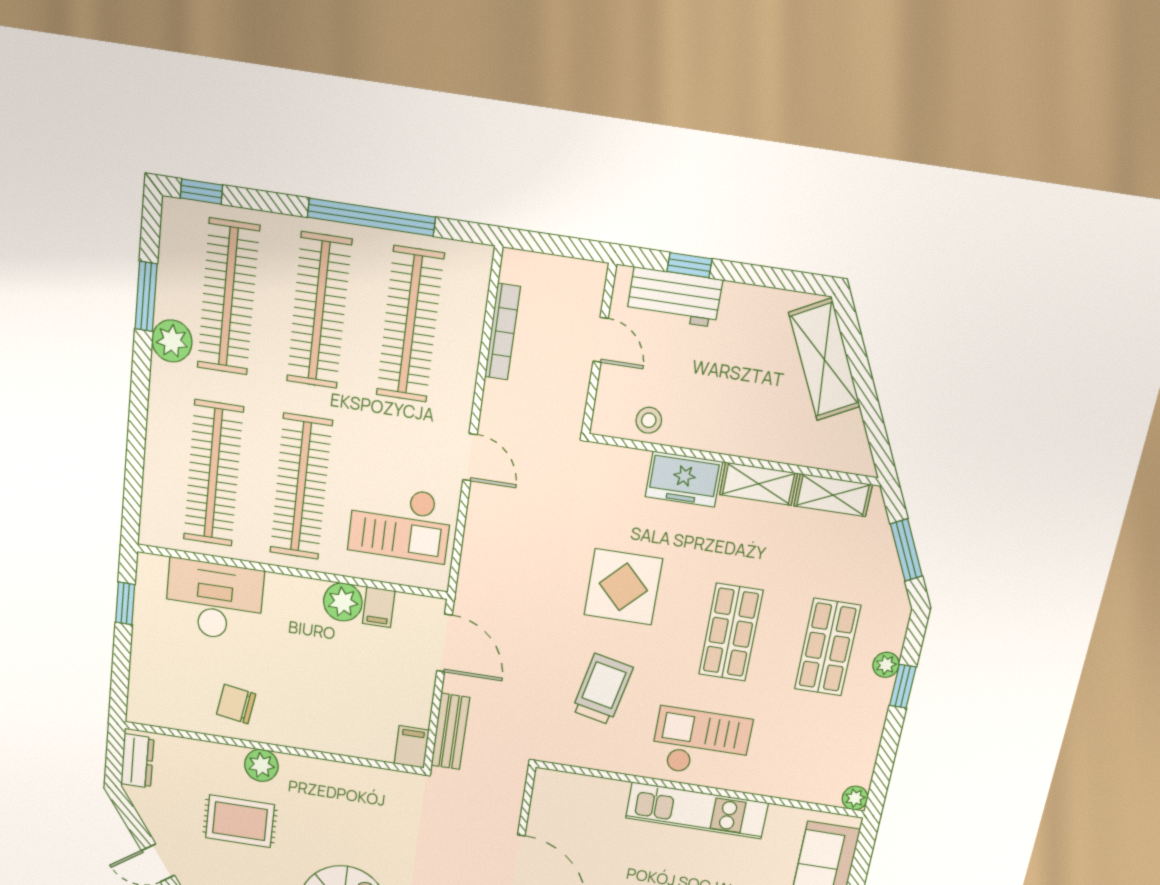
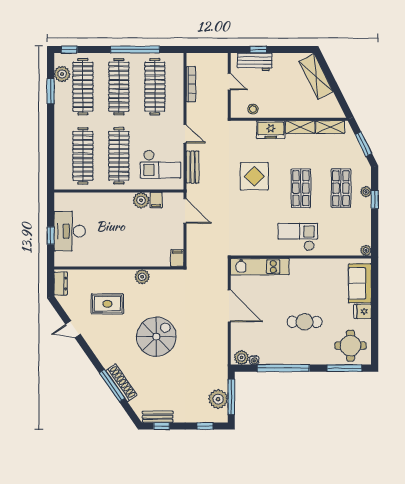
plant: (172, 341) -> (62, 74), moved
desk: (214, 600) -> (70, 231), moved, turned -90
window: (125, 603) -> (51, 236), moved
trolley: (602, 689) -> (253, 220), removed
chair: (236, 704) -> (101, 251), removed
bench: (450, 732) -> (193, 167), moved
plant: (261, 765) -> (142, 277), moved
kitchen unit: (697, 810) -> (260, 267), moved

